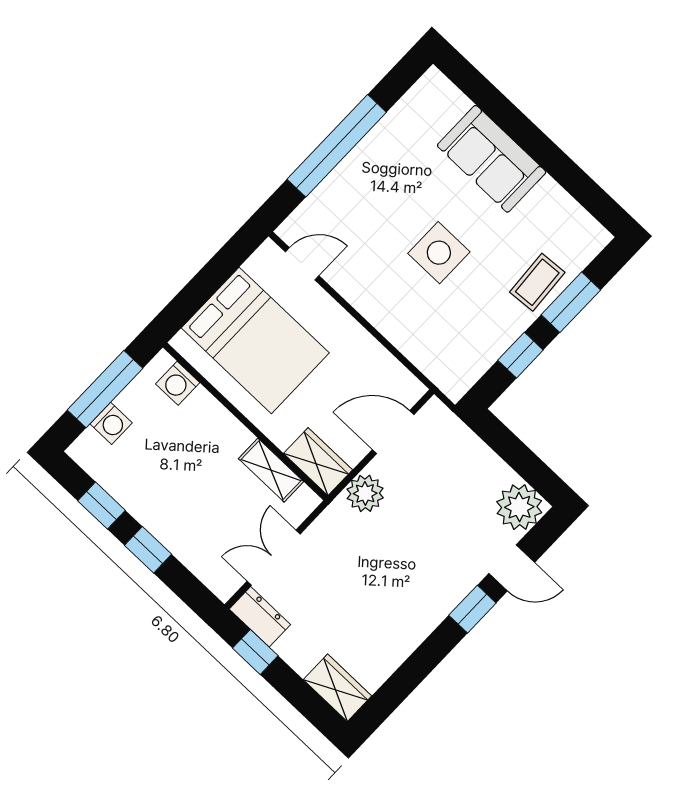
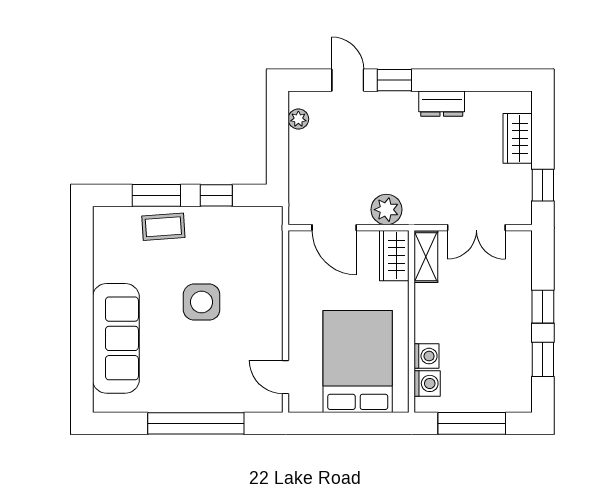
sofa: (492, 159) -> (116, 338), width x1.36
washing machine: (111, 423) -> (427, 356), moved, turned 90
shelving: (271, 470) -> (426, 257), moved
plant: (519, 507) -> (298, 119), width x0.53, depth x0.53
dresser: (260, 617) -> (442, 104), moved, turned -90
wardrobe: (337, 688) -> (518, 138), moved

